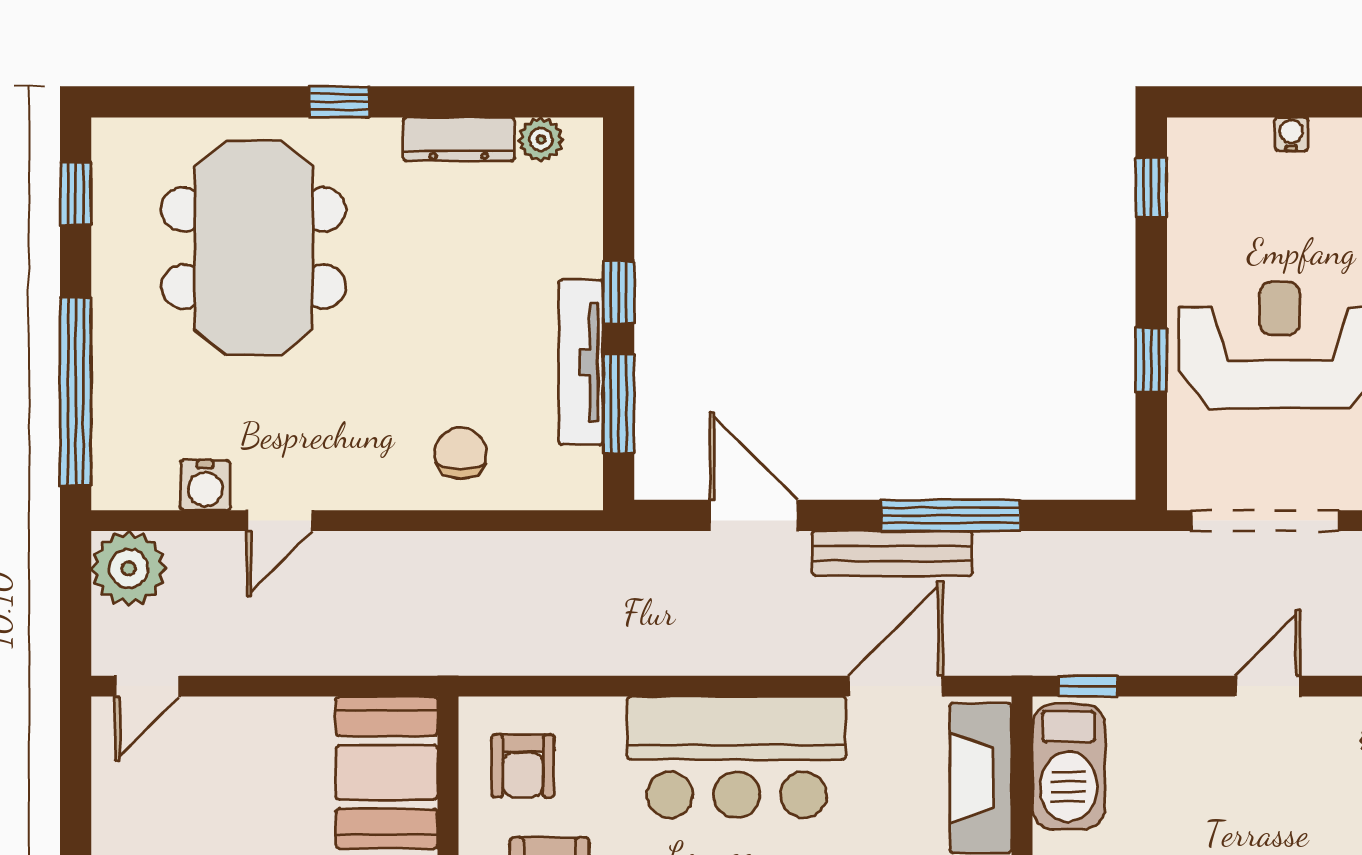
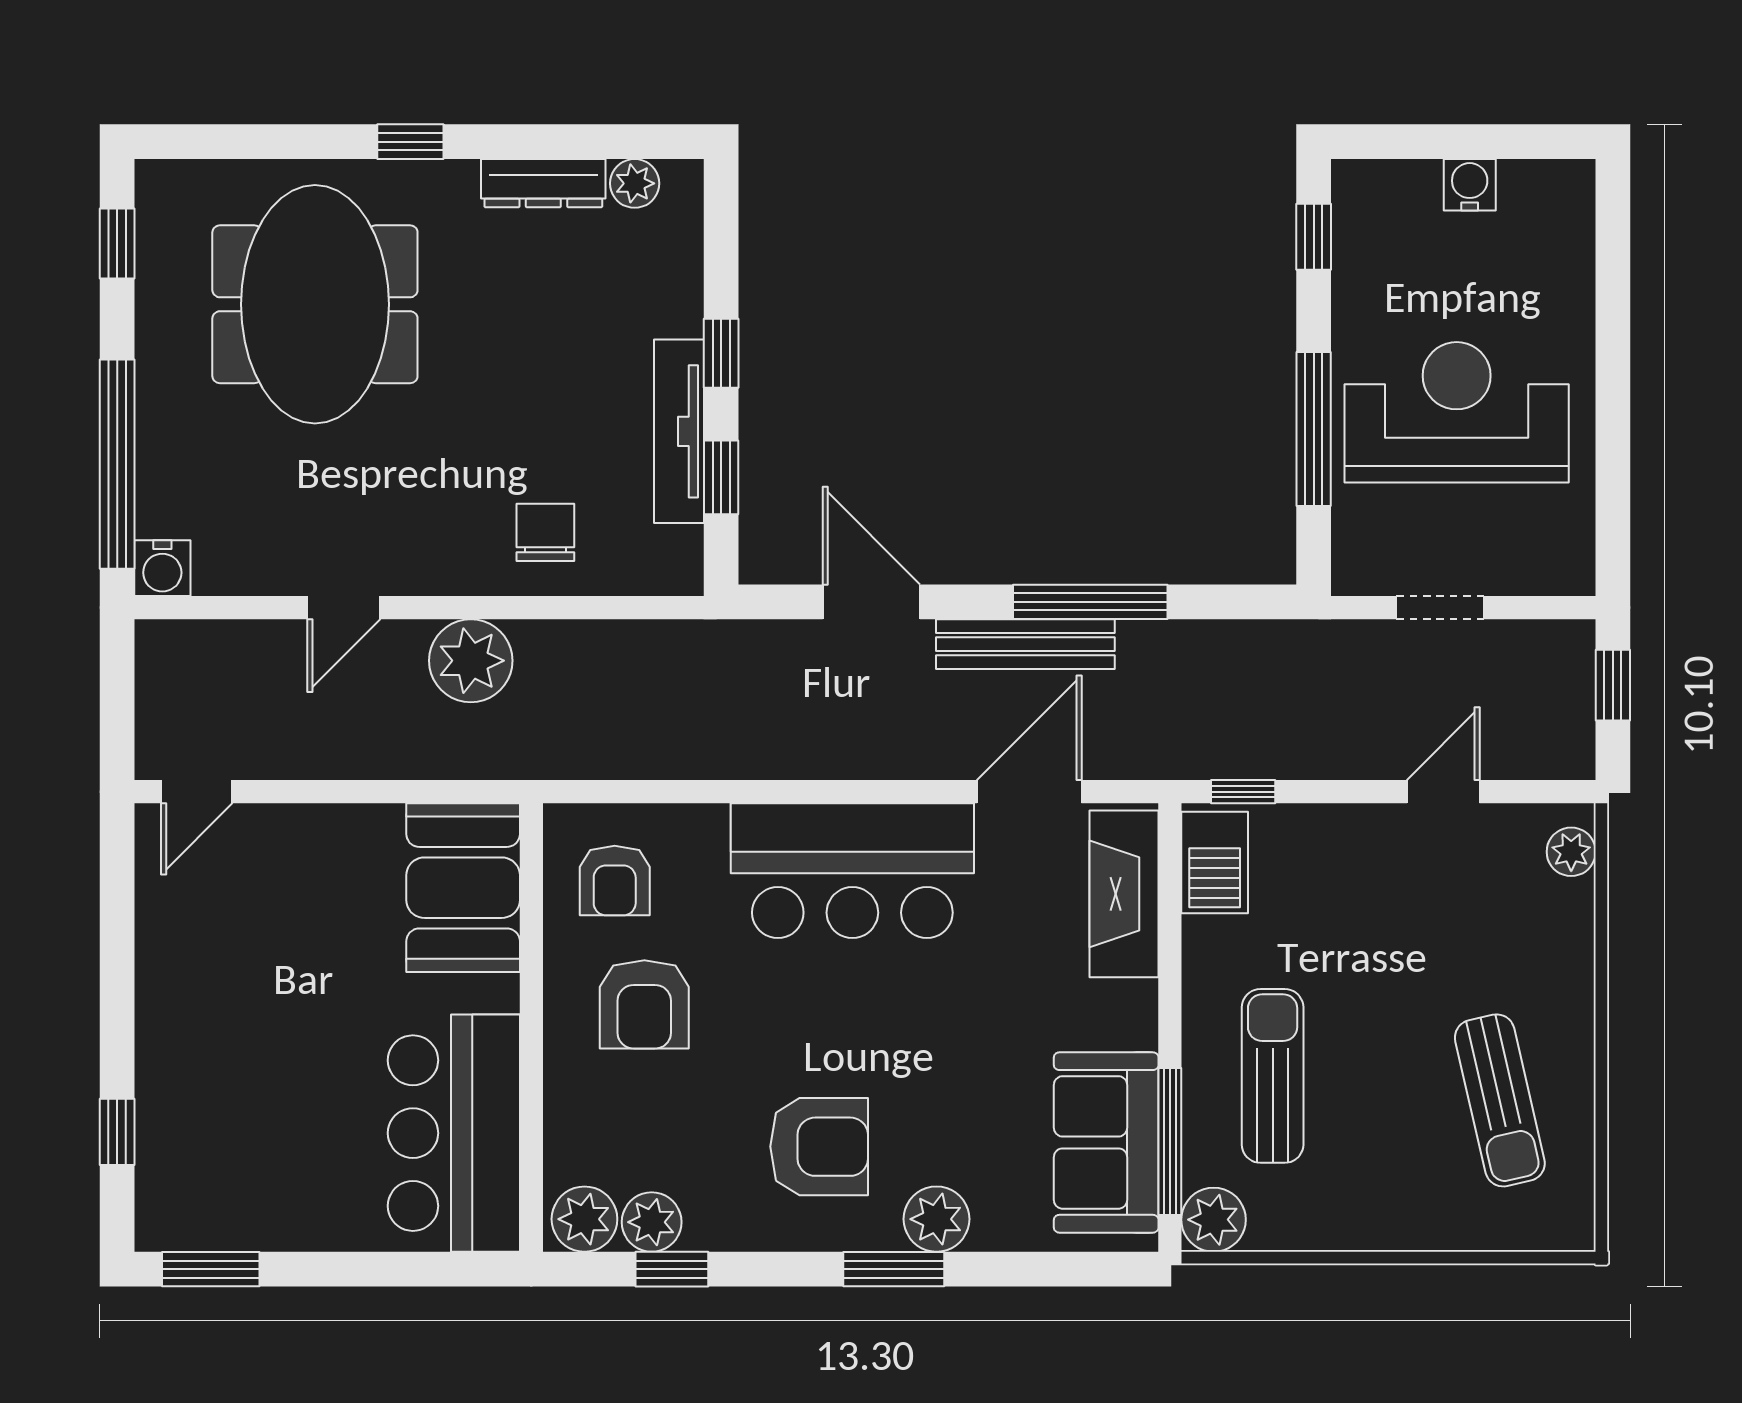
water cooler: (1291, 134) -> (1470, 185), width x1.38, depth x1.38
window: (1151, 360) -> (1314, 429), width x2.17
window: (619, 404) -> (721, 477), width x0.67
water cooler: (205, 485) -> (162, 568), moved
doorway: (1265, 521) -> (1440, 608), width x0.53
plant: (129, 568) -> (471, 661), moved
barbecue: (1068, 767) -> (1215, 863), width x0.73, depth x0.83

